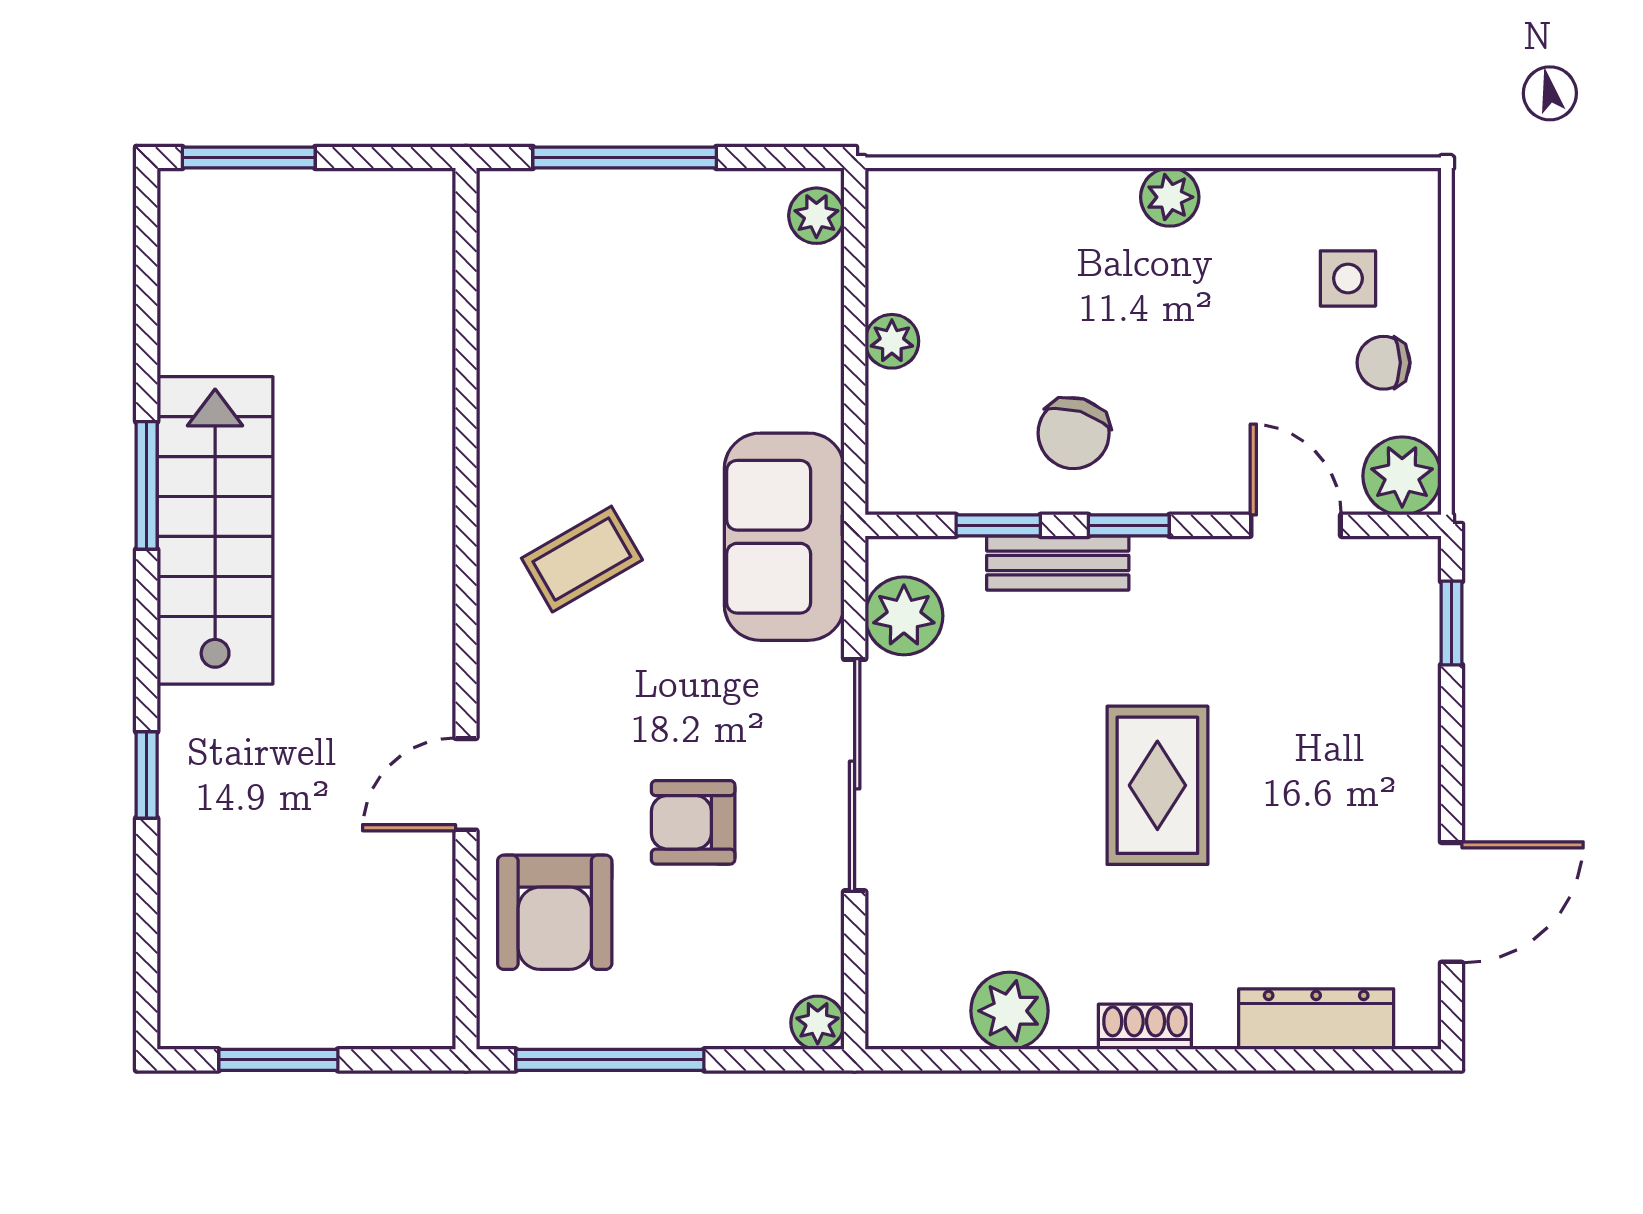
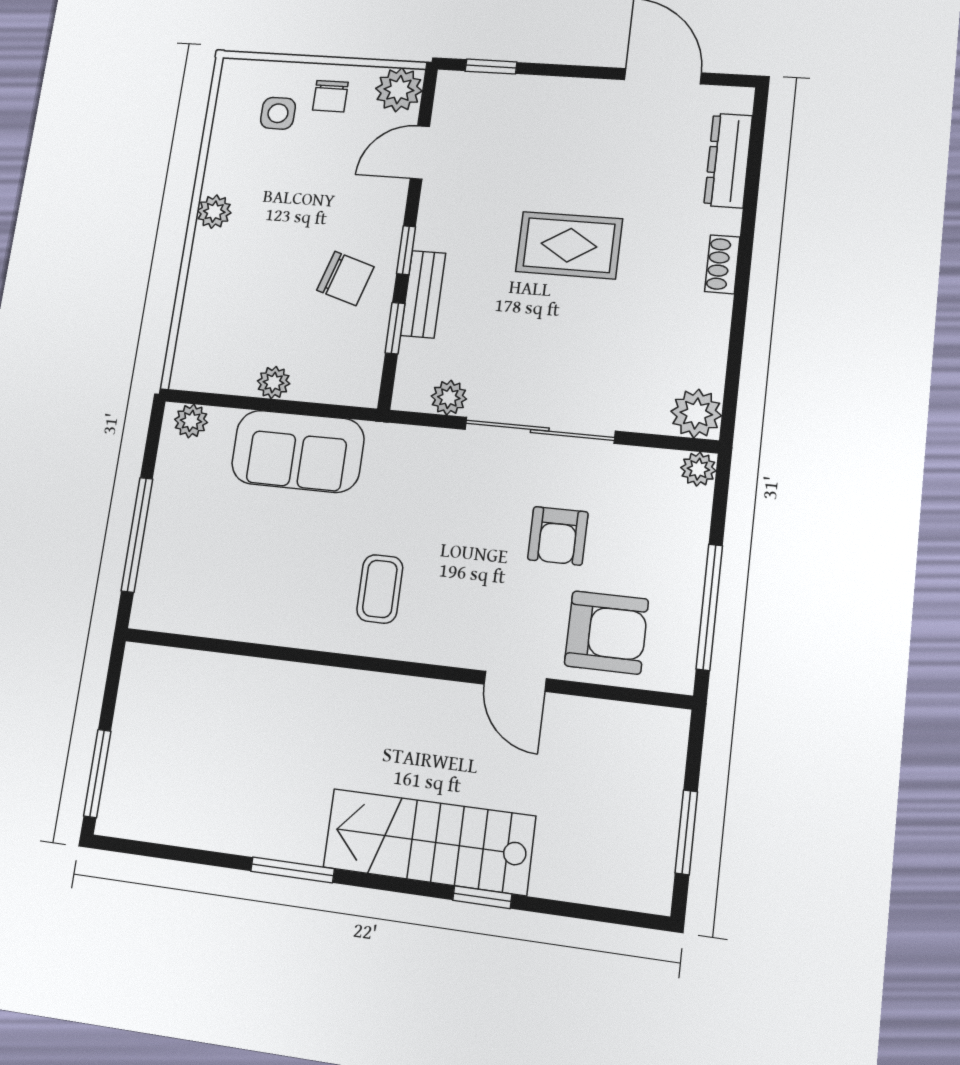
stairs: (215, 530) -> (429, 842), moved
sofa: (784, 537) -> (298, 451), moved
coffee table: (582, 559) -> (380, 589), turned 30
plant: (904, 616) -> (449, 398), width x0.73, depth x0.73
plant: (1010, 1011) -> (696, 413), moved

